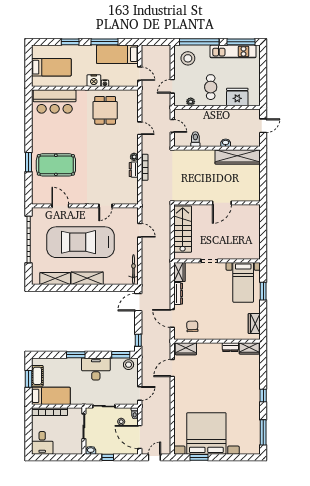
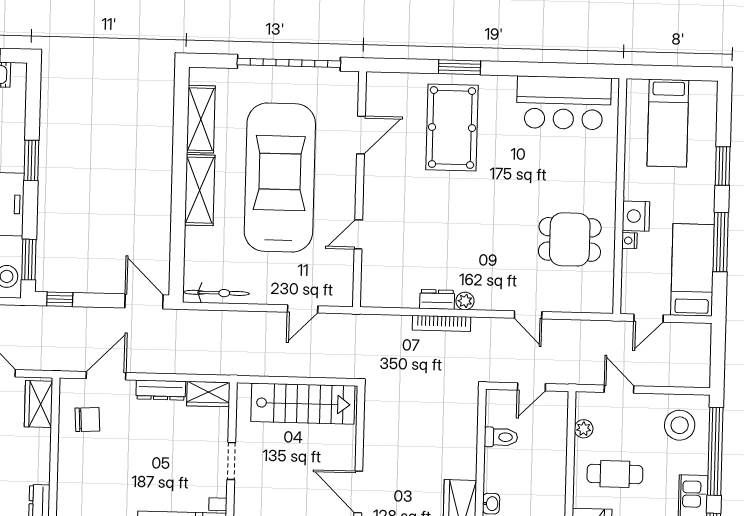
bar counter: (55, 101) -> (564, 103), moved, turned -90
door: (140, 128) -> (528, 315), hinge flipped
door: (105, 206) -> (358, 234), hinge flipped

